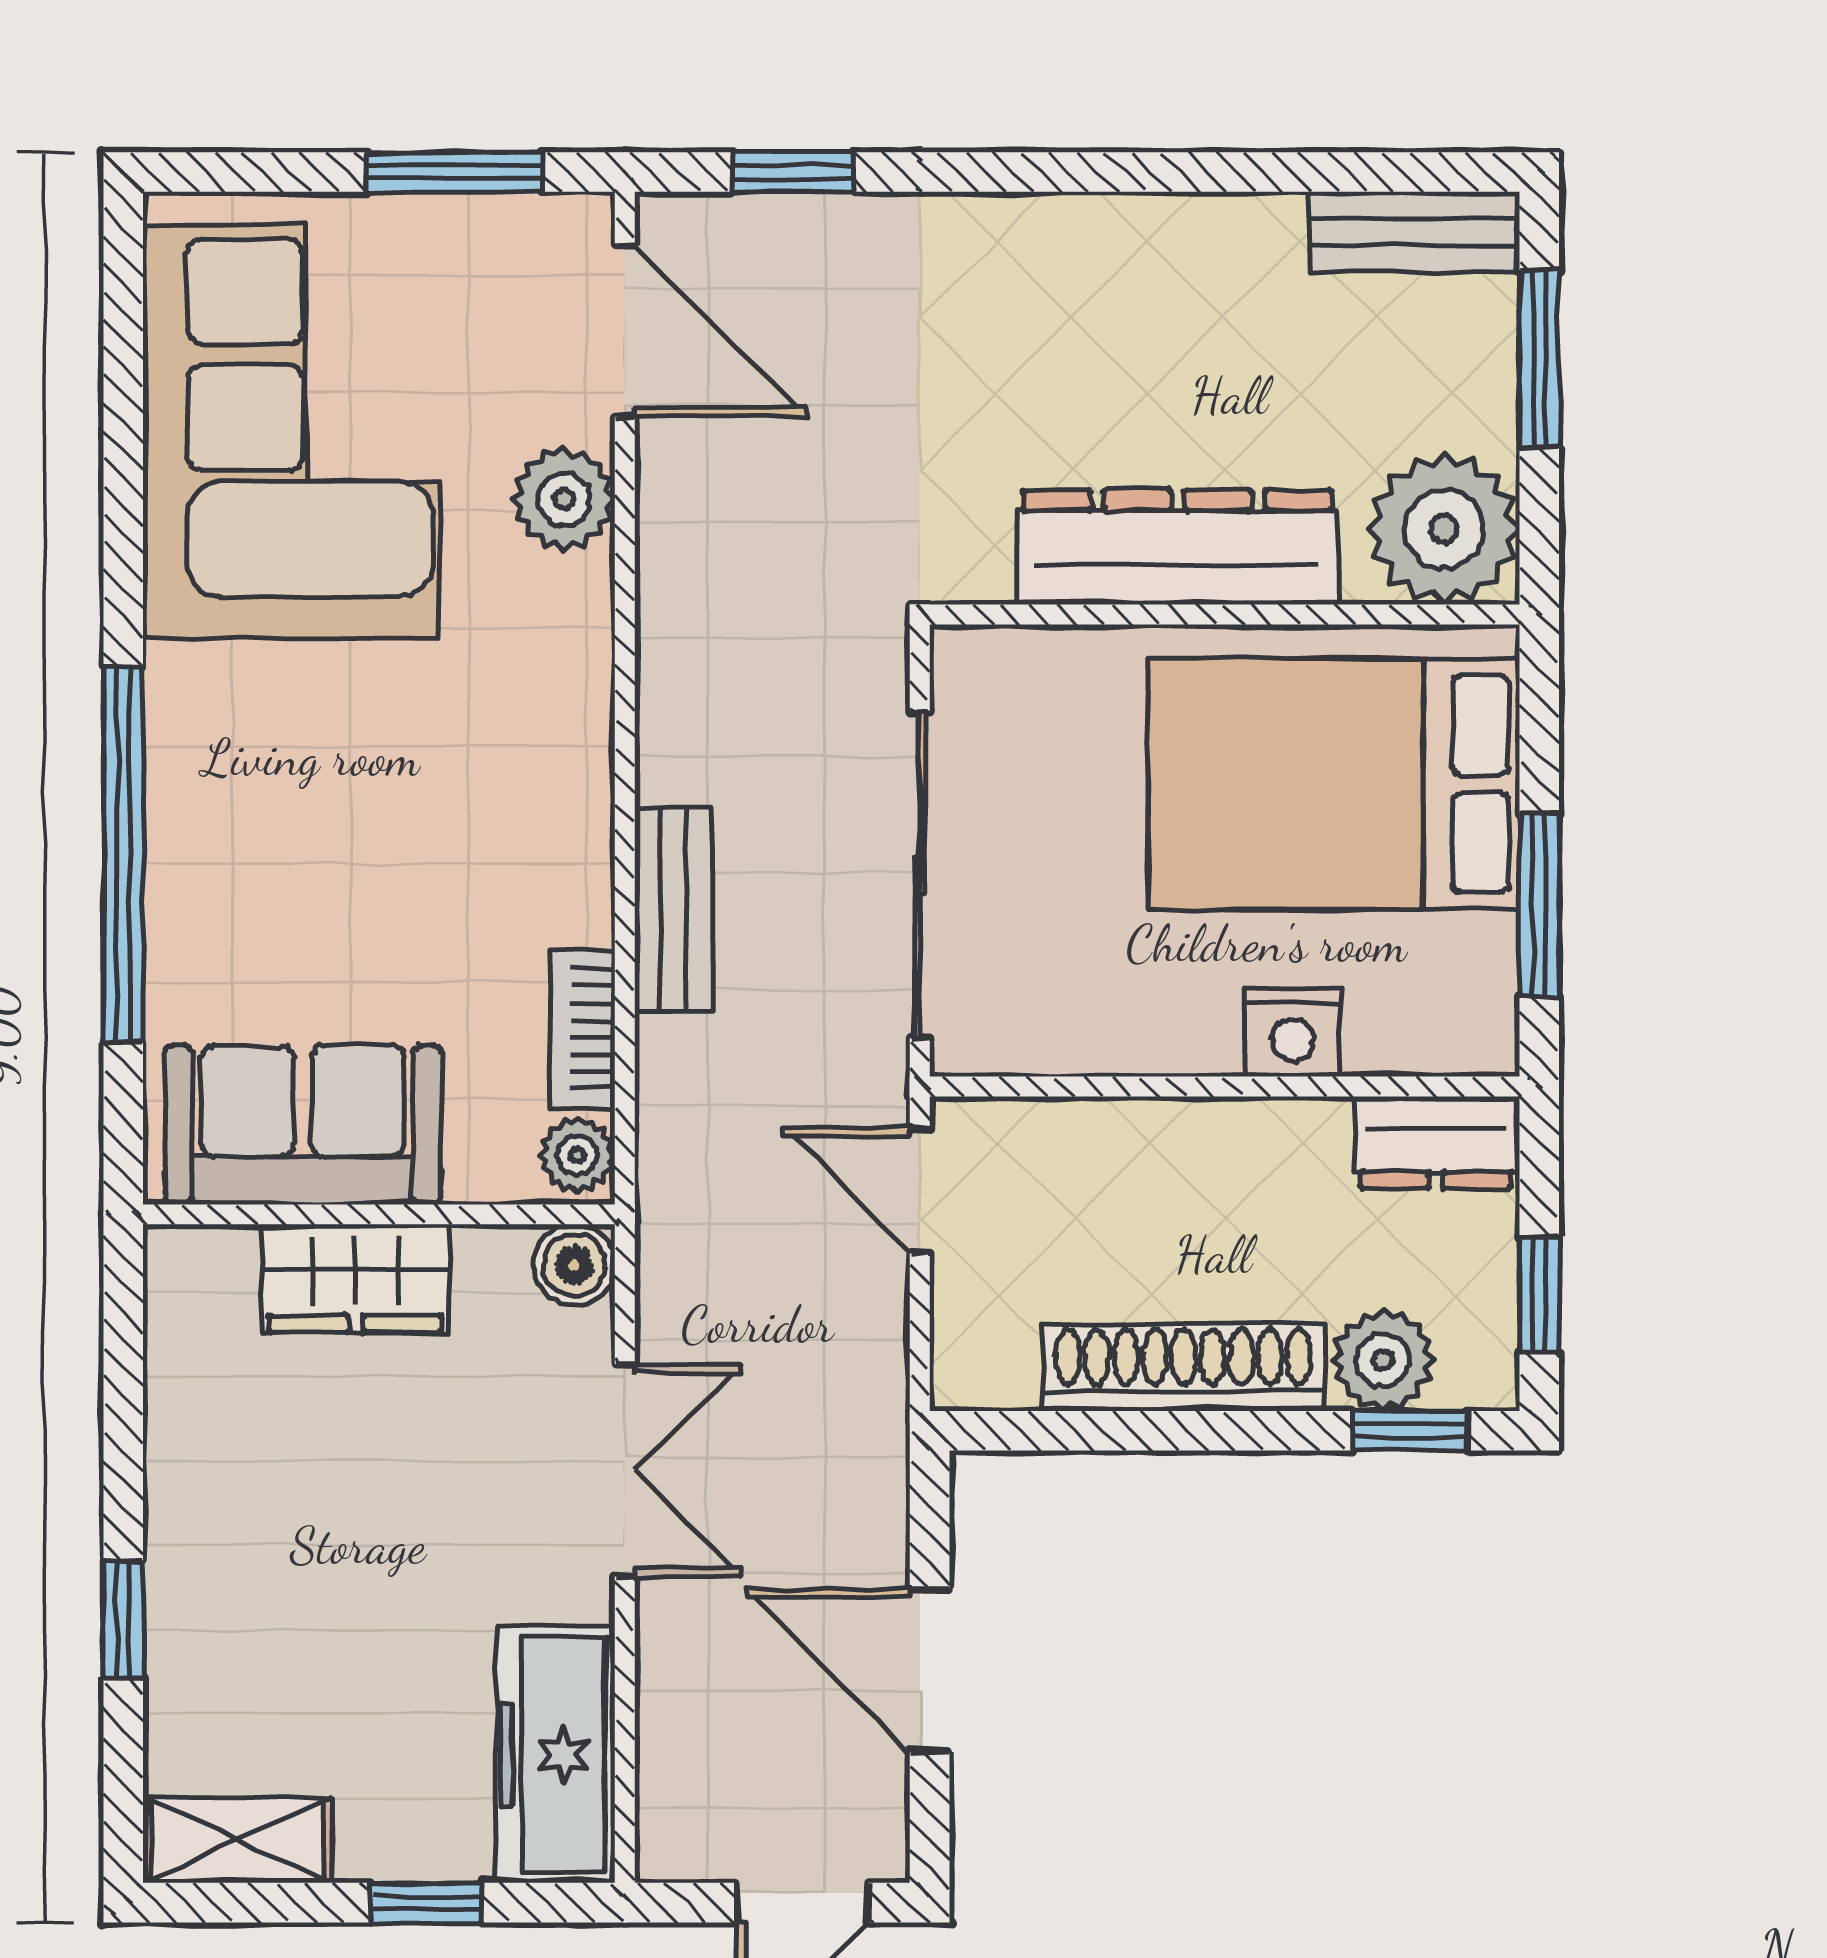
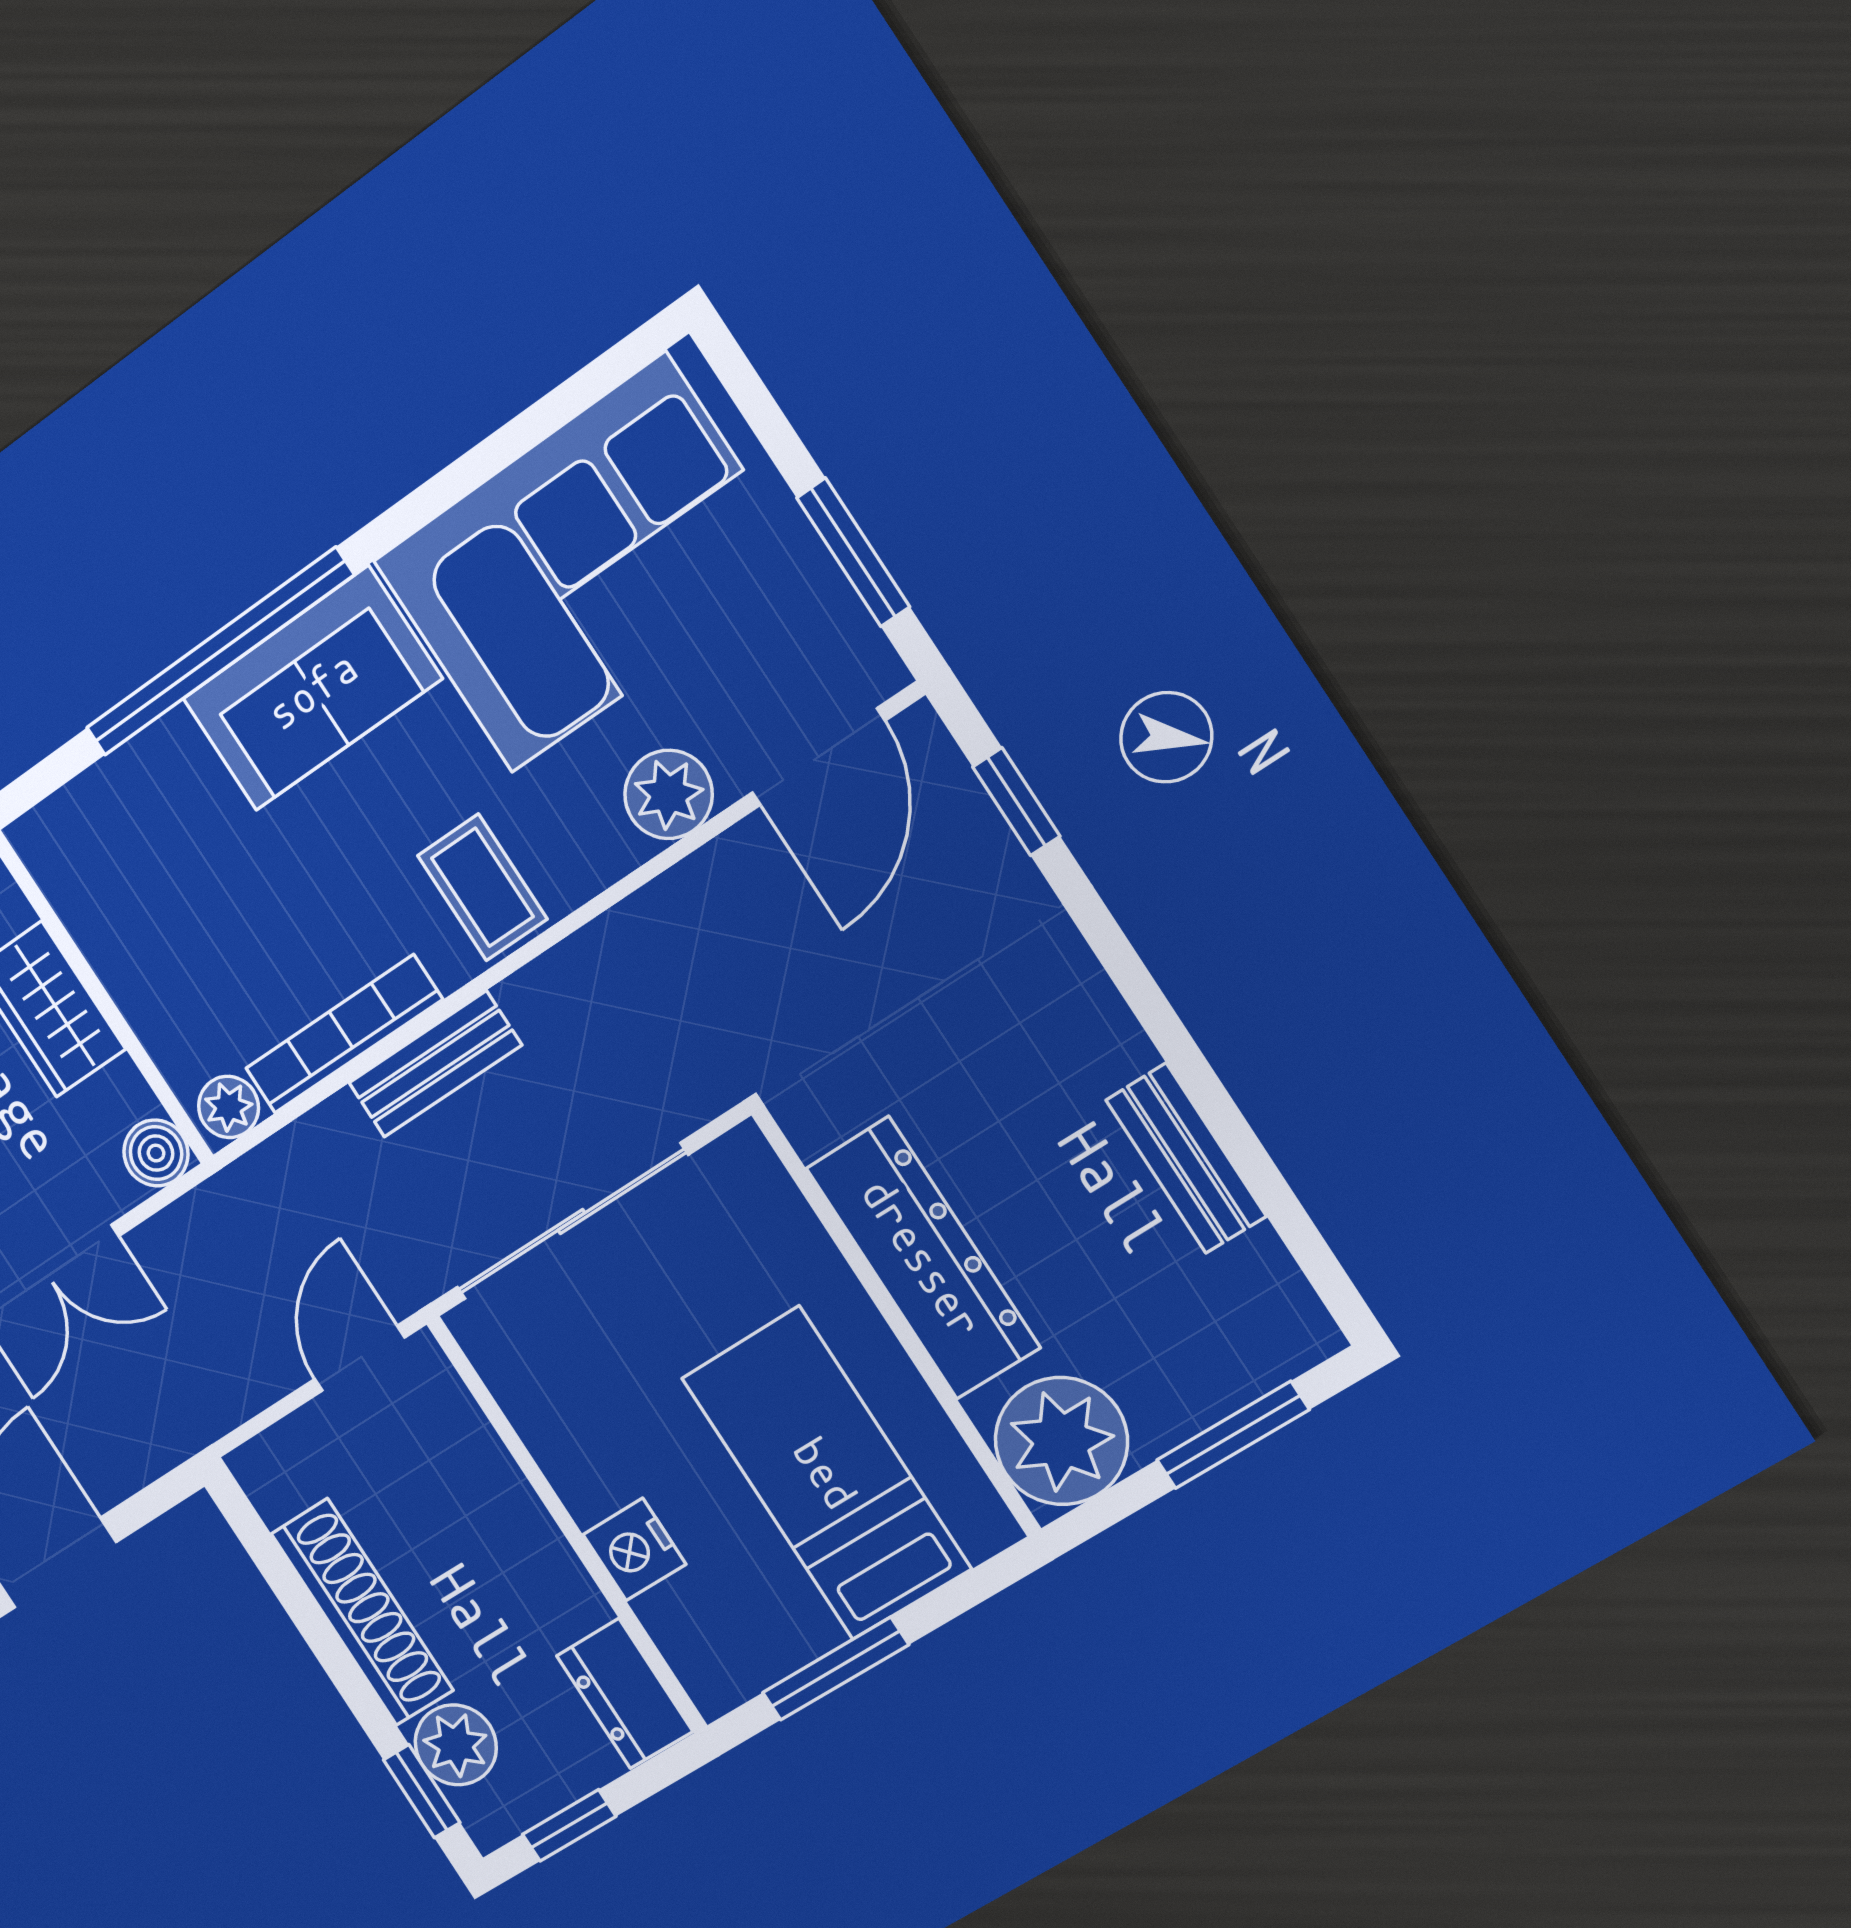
bench: (1415, 232) -> (1186, 1158), moved
coffee table: (531, 744) -> (482, 887), added
bed: (1334, 784) -> (826, 1473), width x0.67
bookcase: (583, 1029) -> (344, 1034), width x1.56
sofa: (303, 1125) -> (312, 689), moved, turned 90

